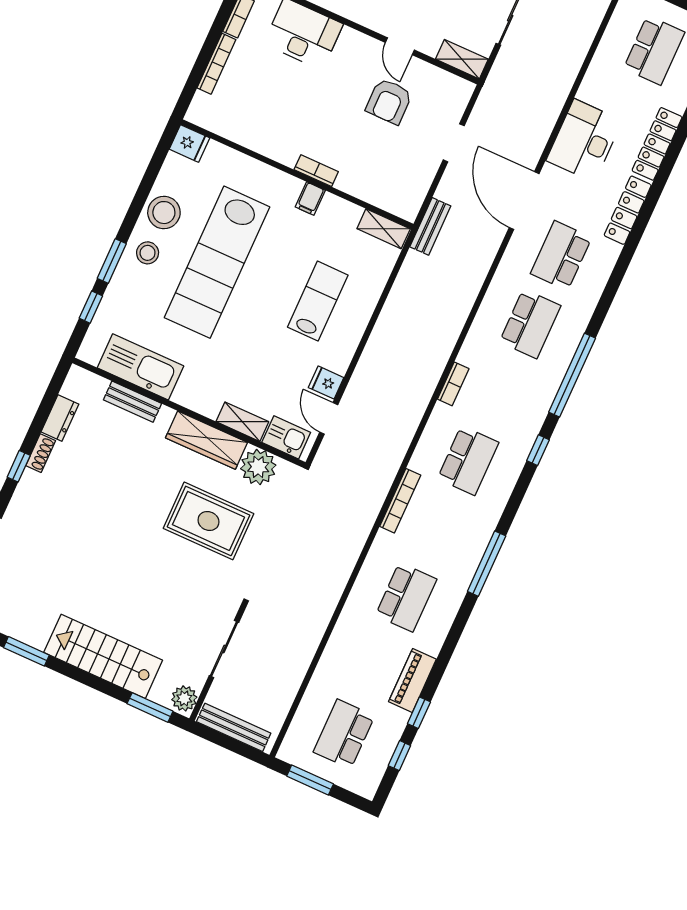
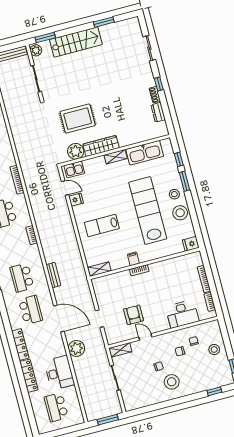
plant: (536, 124) -> (76, 348), added
desk: (584, 140) -> (59, 373), moved
bench: (430, 226) -> (53, 275), moved
lab bench: (318, 301) -> (102, 226), turned 90
bench: (132, 402) -> (138, 138), removed
shelving: (242, 422) -> (116, 157), moved

